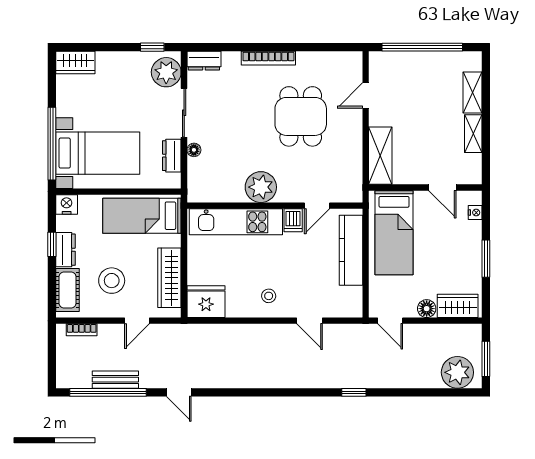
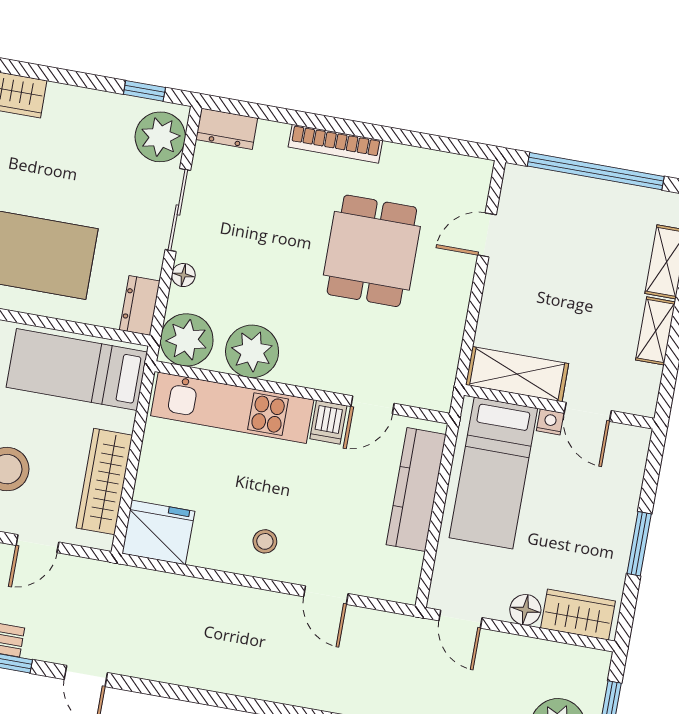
dresser: (172, 156) -> (140, 306), moved
shelving: (380, 156) -> (517, 374), moved, turned 90
plant: (203, 187) -> (187, 340), added
plant: (261, 187) -> (252, 351), moved
nightstand: (475, 213) -> (550, 422), moved, turned -90

